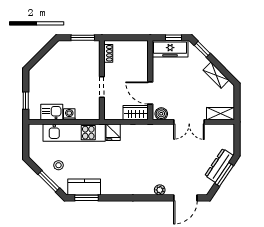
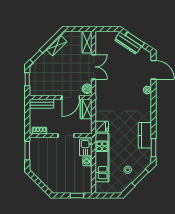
freezer: (170, 49) -> (36, 82), removed
bench: (142, 56) -> (41, 104), added
kitchen sink: (52, 112) -> (86, 147), moved
kitchen counter: (84, 187) -> (145, 135), moved

